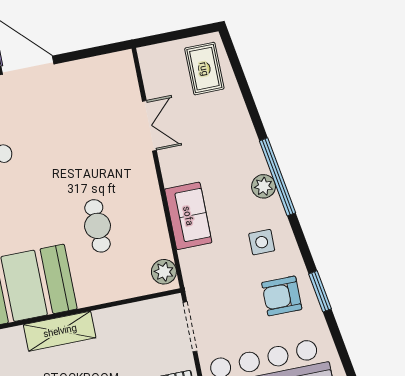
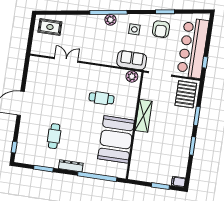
sofa: (188, 216) -> (132, 60), moved
shelving: (60, 331) -> (144, 116), moved

